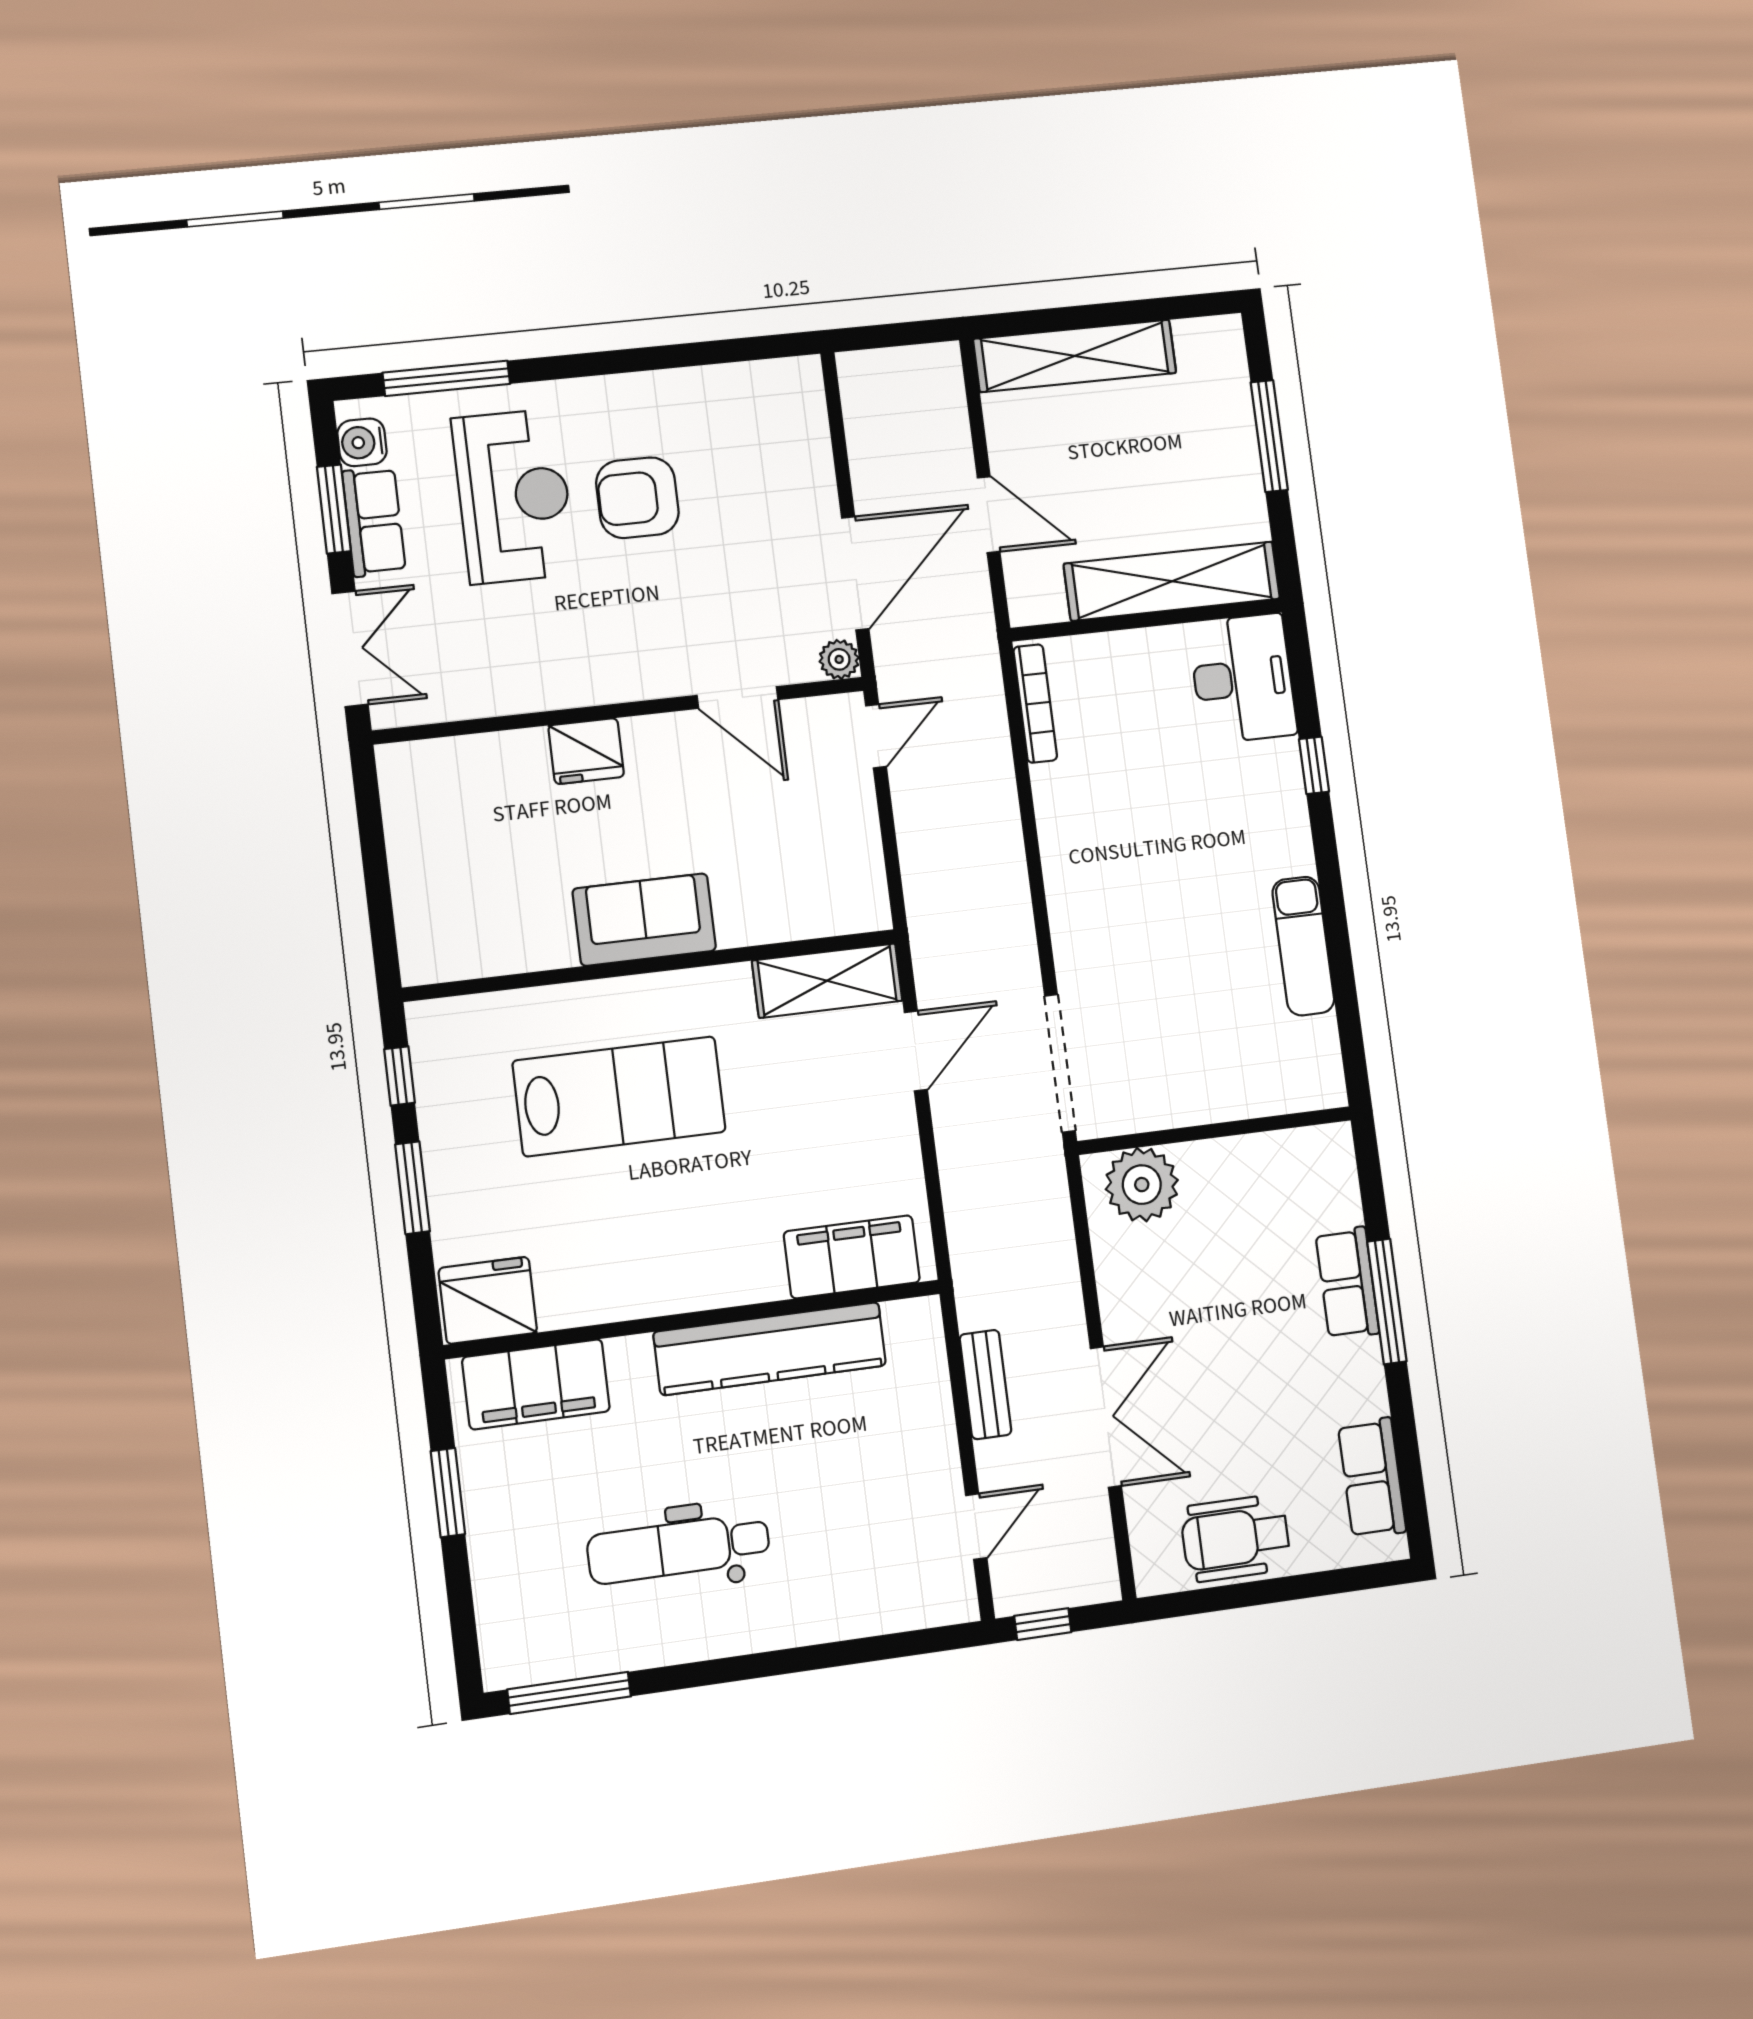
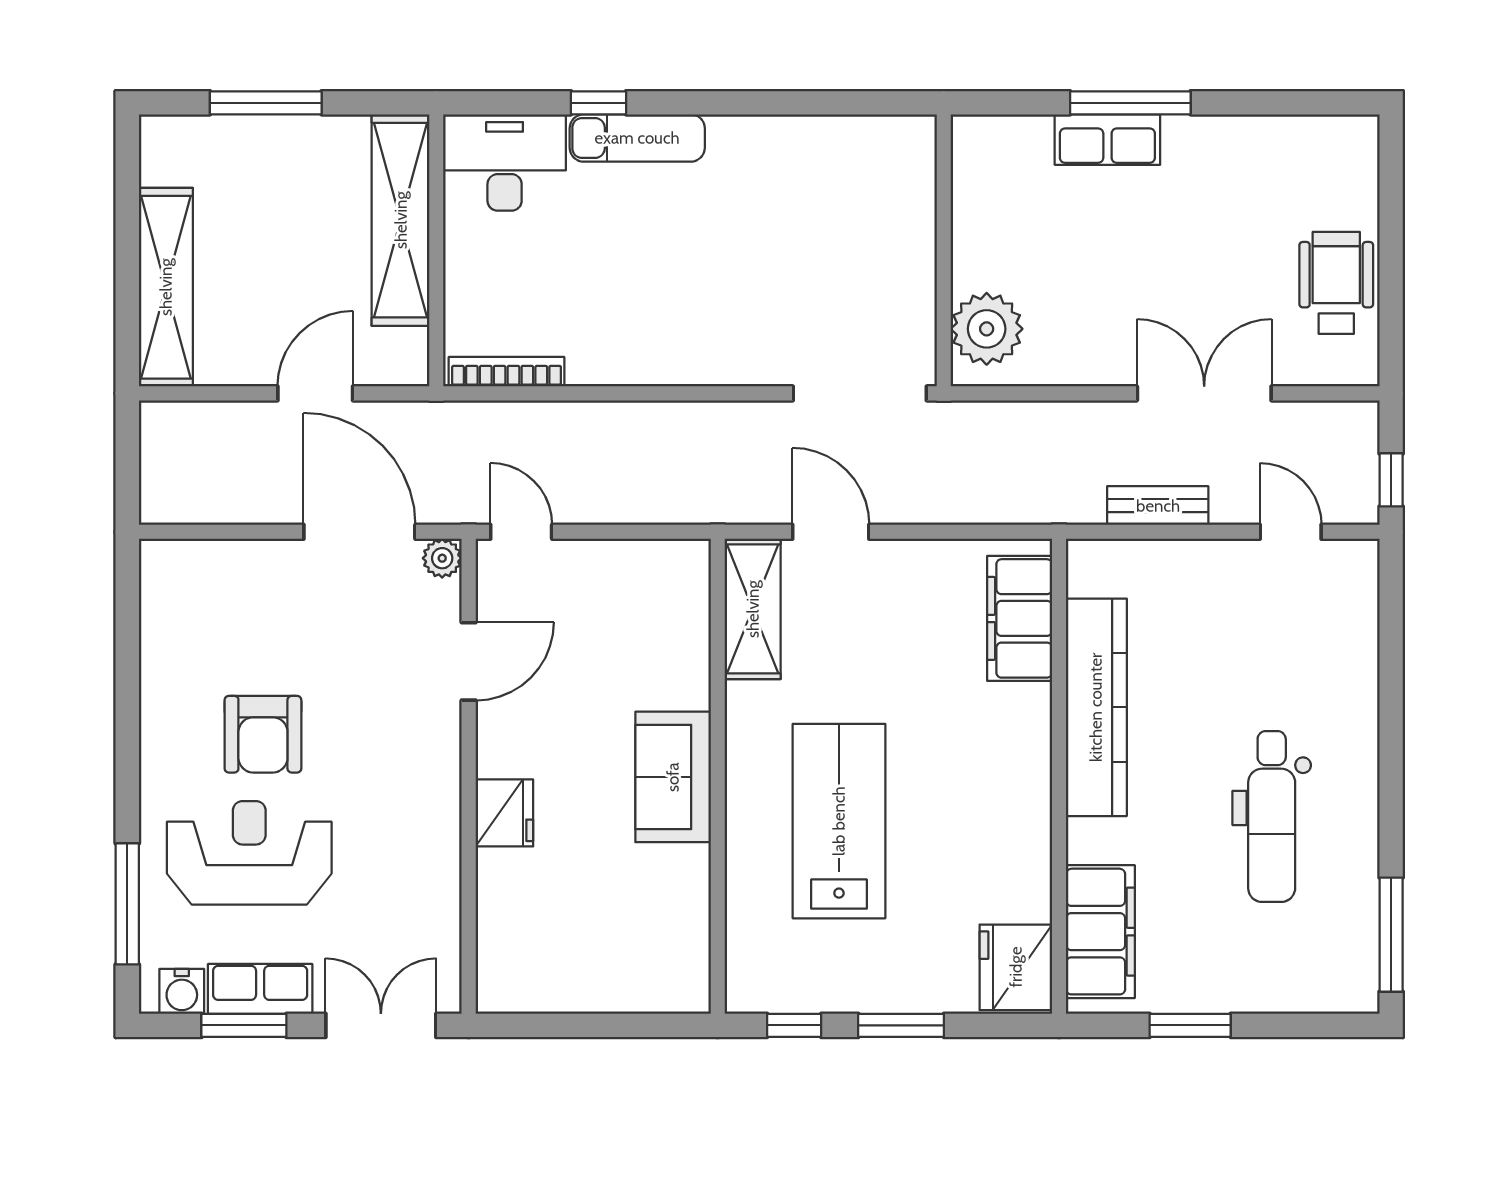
exam couch: (1303, 946) -> (637, 138), moved
row of seats: (1372, 1478) -> (1298, 141), removed
wheelchair: (1235, 1538) -> (1336, 283), turned 180

